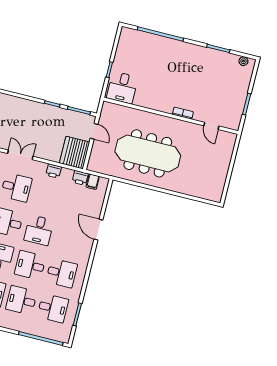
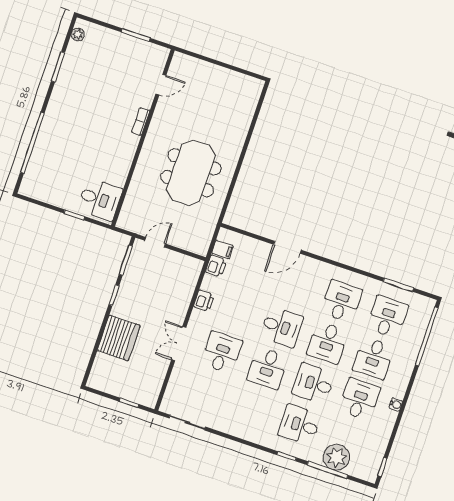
server rack: (75, 153) -> (119, 338), moved, turned -90
meeting table: (148, 153) -> (191, 173), width x0.73

